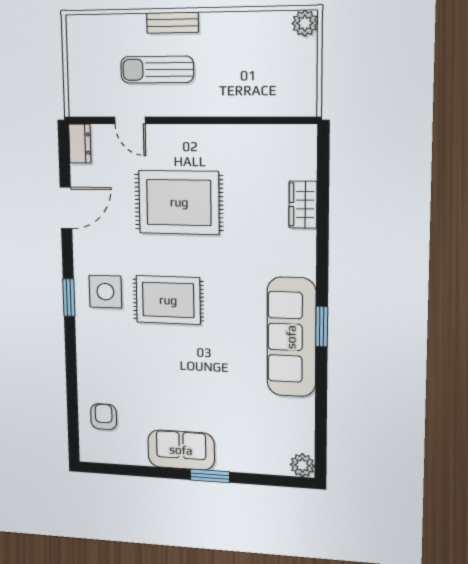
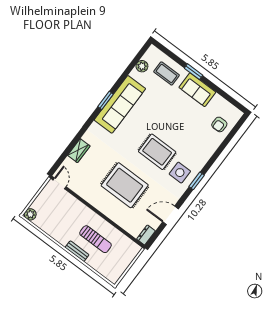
door: (130, 120) -> (60, 183), moved
coffee table: (252, 444) -> (167, 73), added
plant: (302, 465) -> (142, 66), moved

